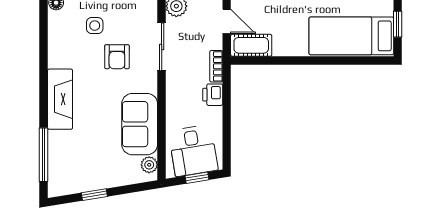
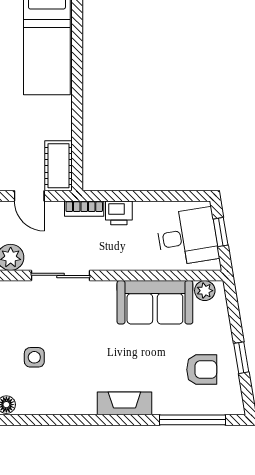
door: (227, 21) -> (29, 196), swing flipped
armchair: (117, 57) -> (202, 370), moved
fireplace: (60, 99) -> (124, 403), width x0.73, depth x0.76

